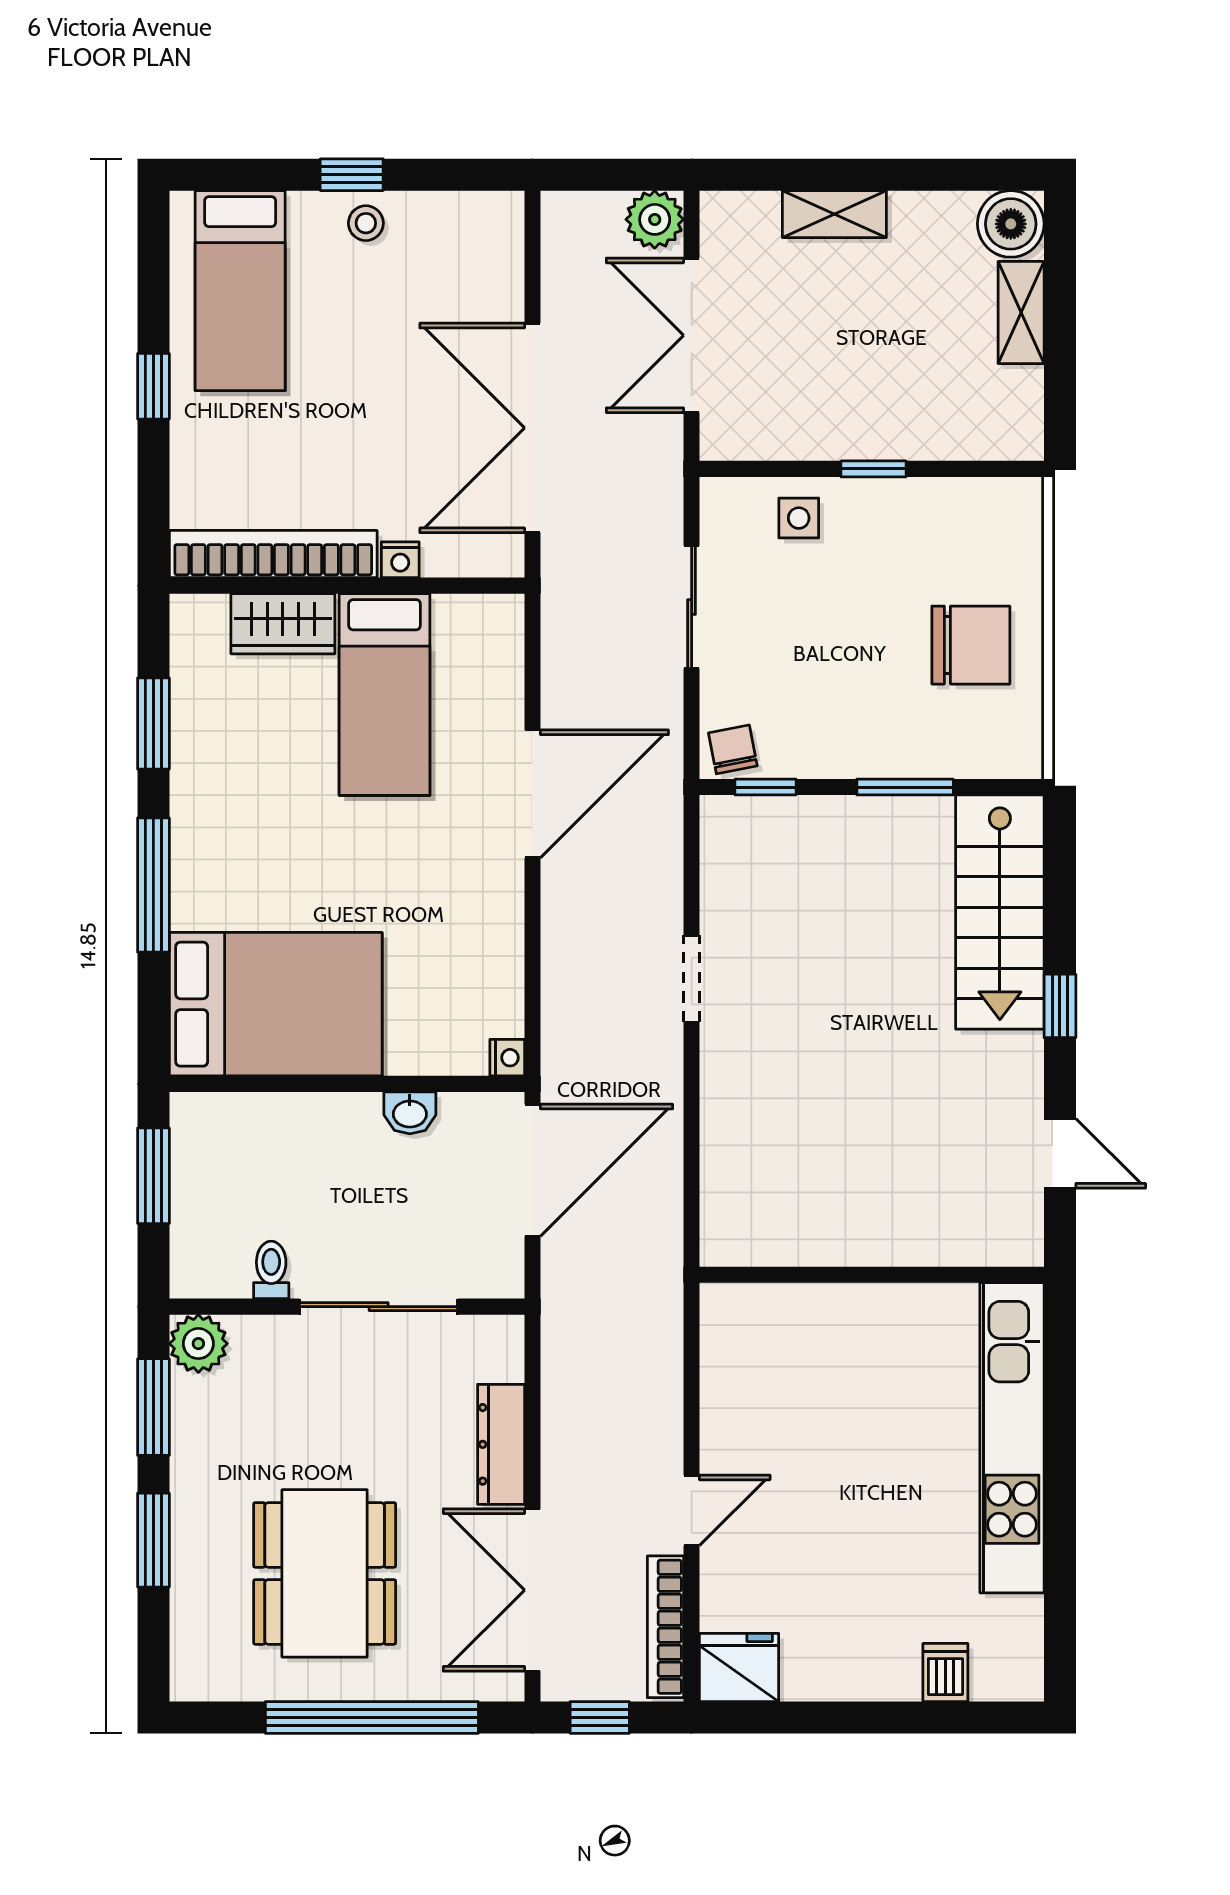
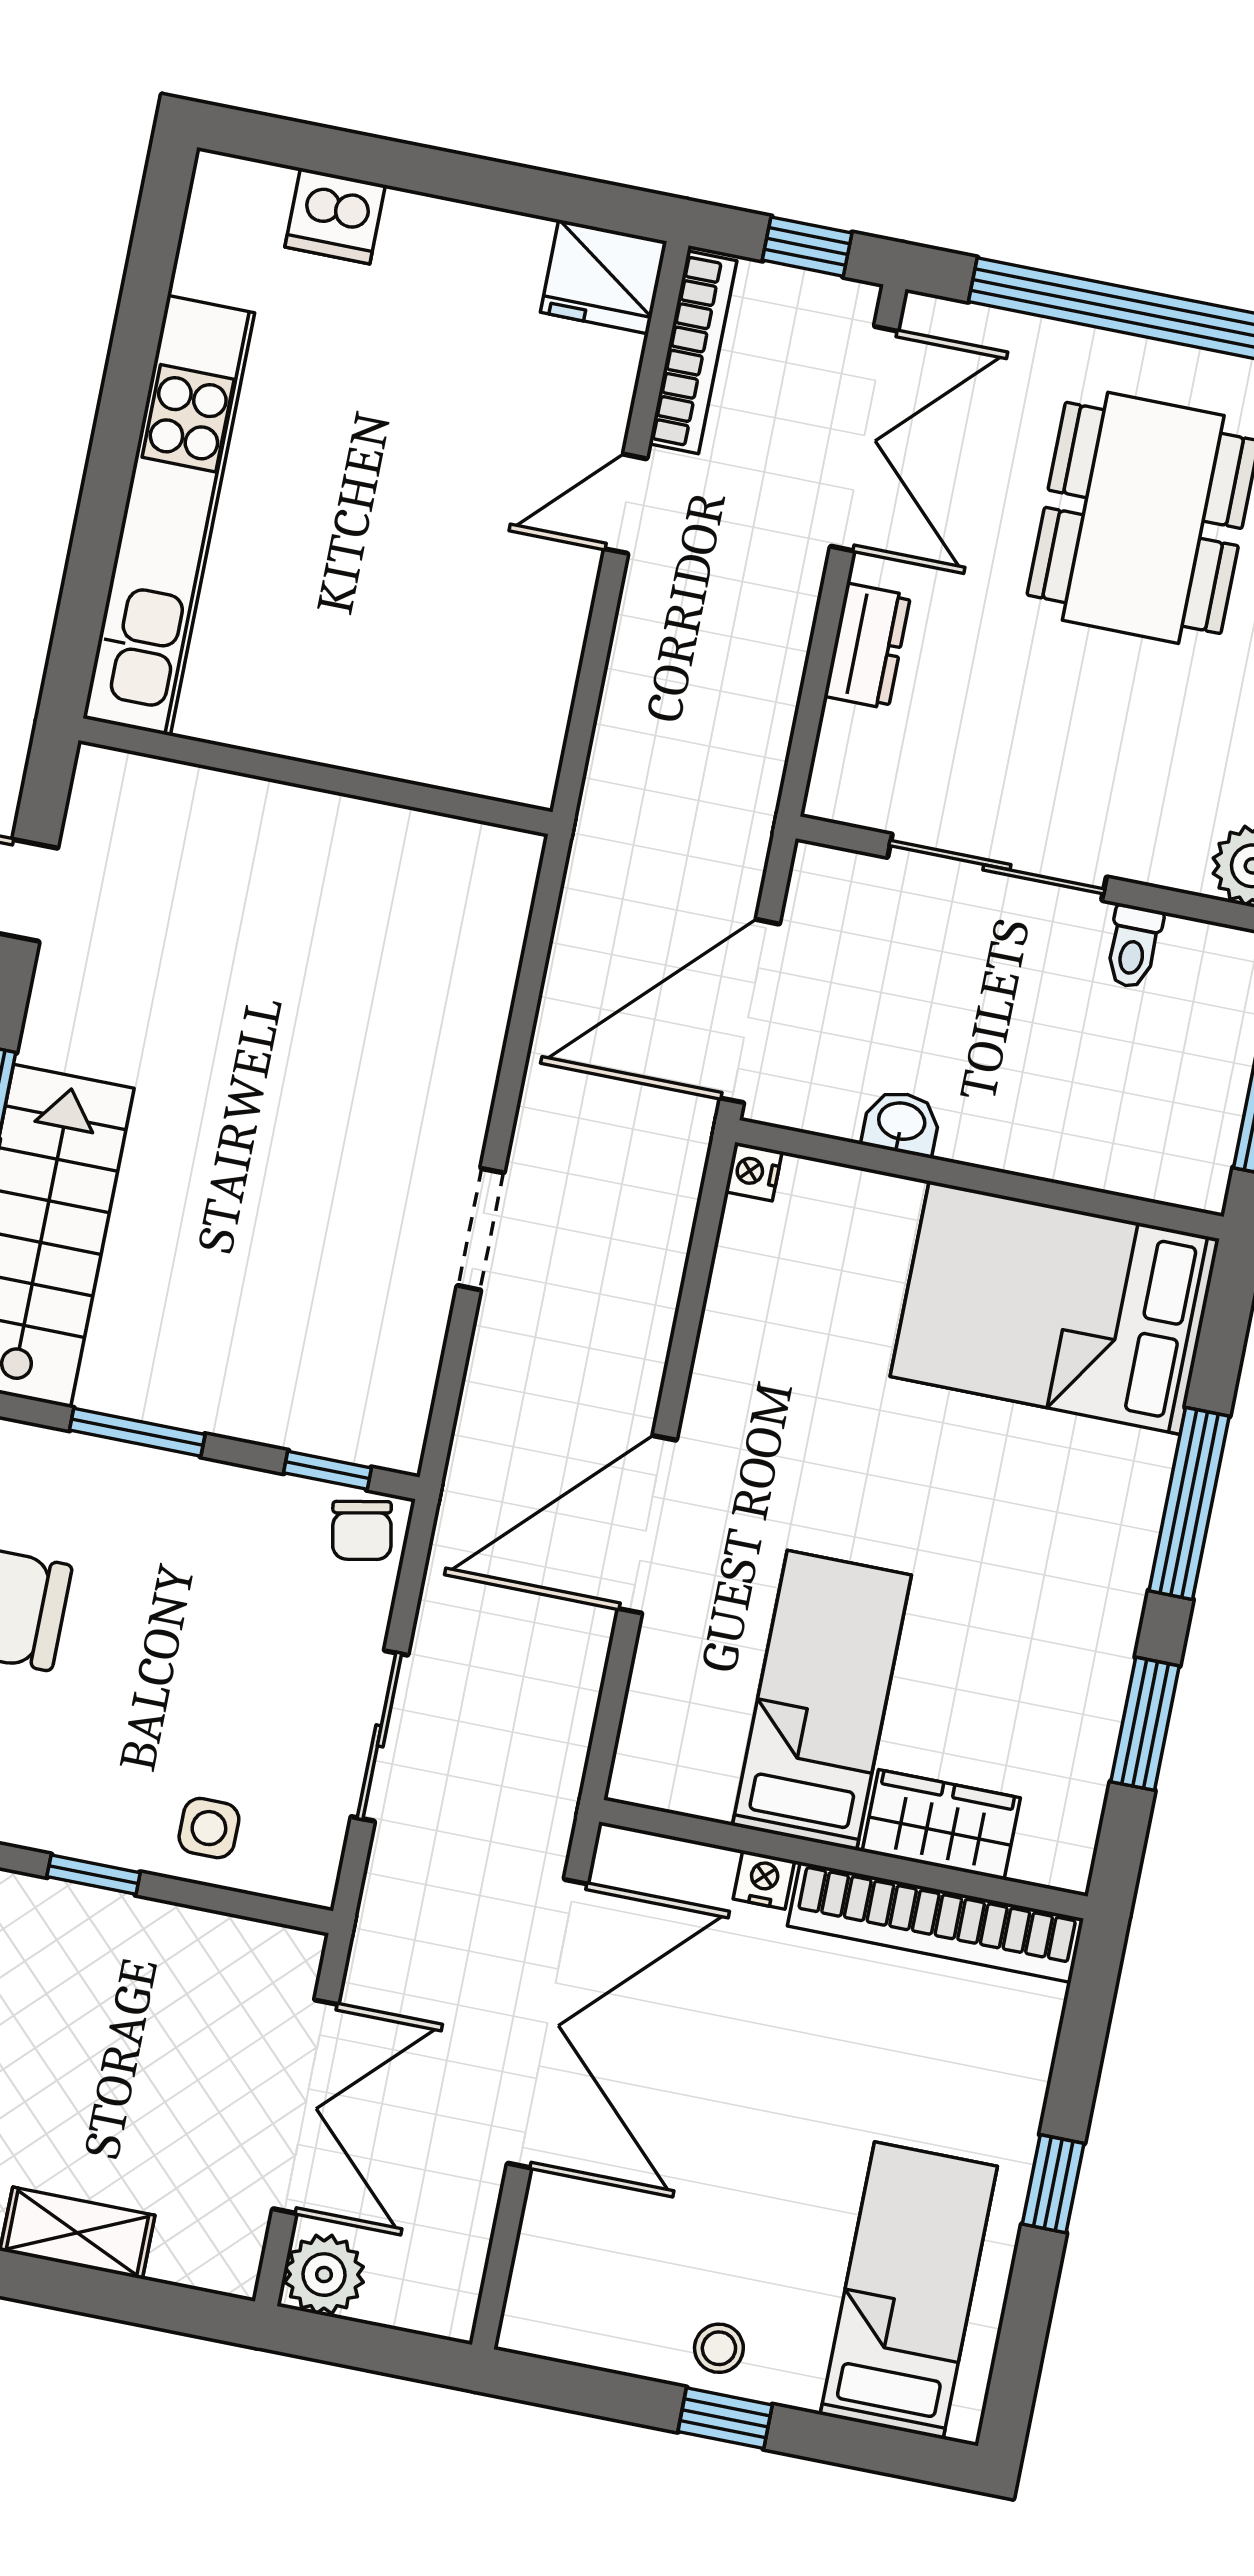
dresser: (501, 1444) -> (867, 646), width x0.70
dishwasher: (945, 1672) -> (335, 216), width x1.38

